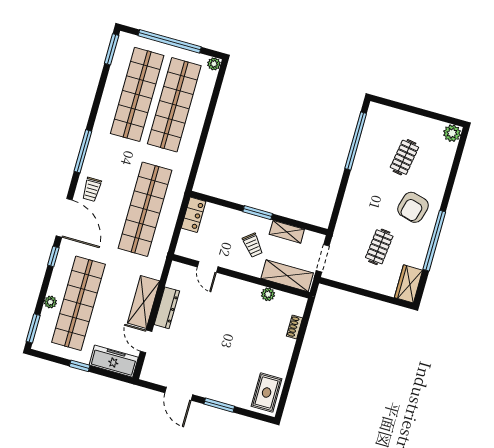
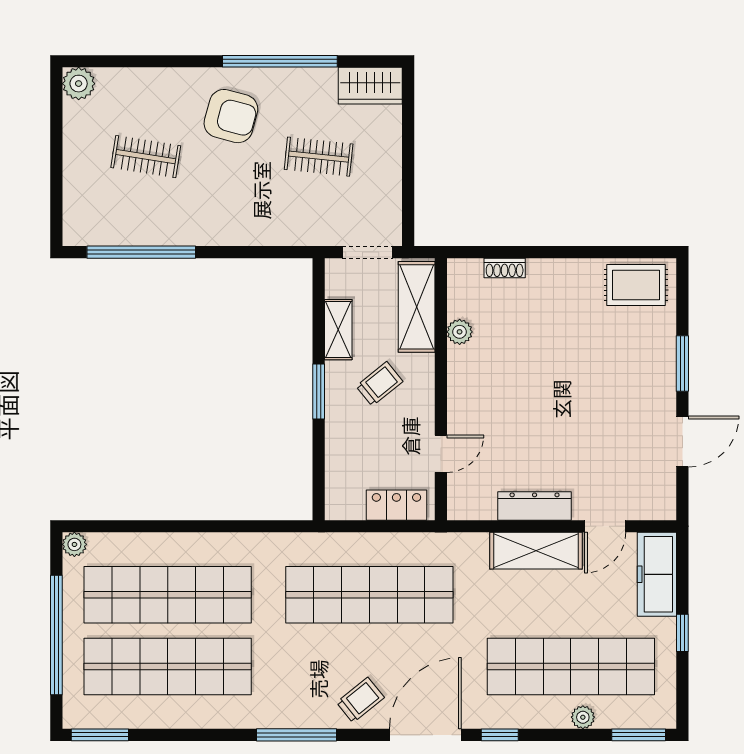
trolley: (92, 189) -> (360, 700), turned -39
locker: (194, 215) -> (396, 505), moved

